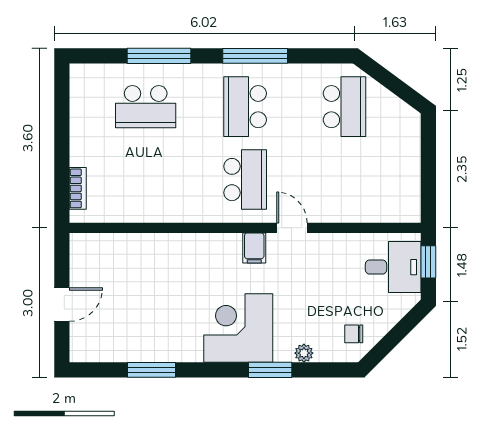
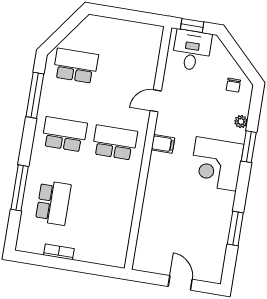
window: (255, 56) -> (35, 95), moved
school desk: (245, 107) -> (64, 134), turned 180
bookcase: (78, 188) -> (59, 252), moved
door: (292, 228) -> (156, 101), moved

